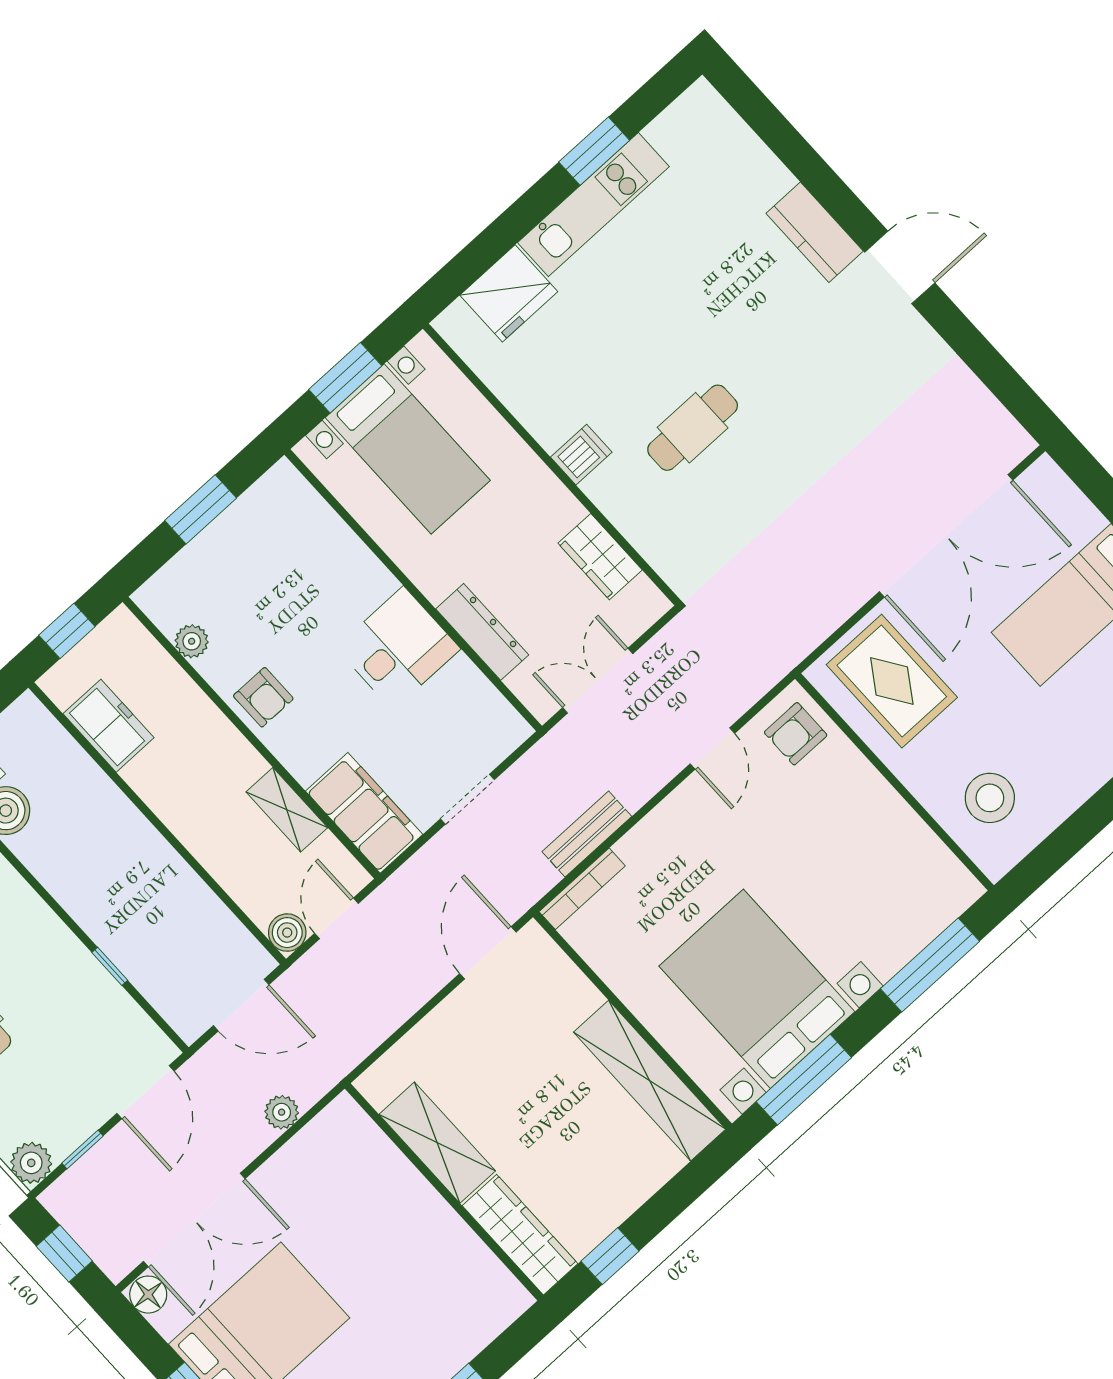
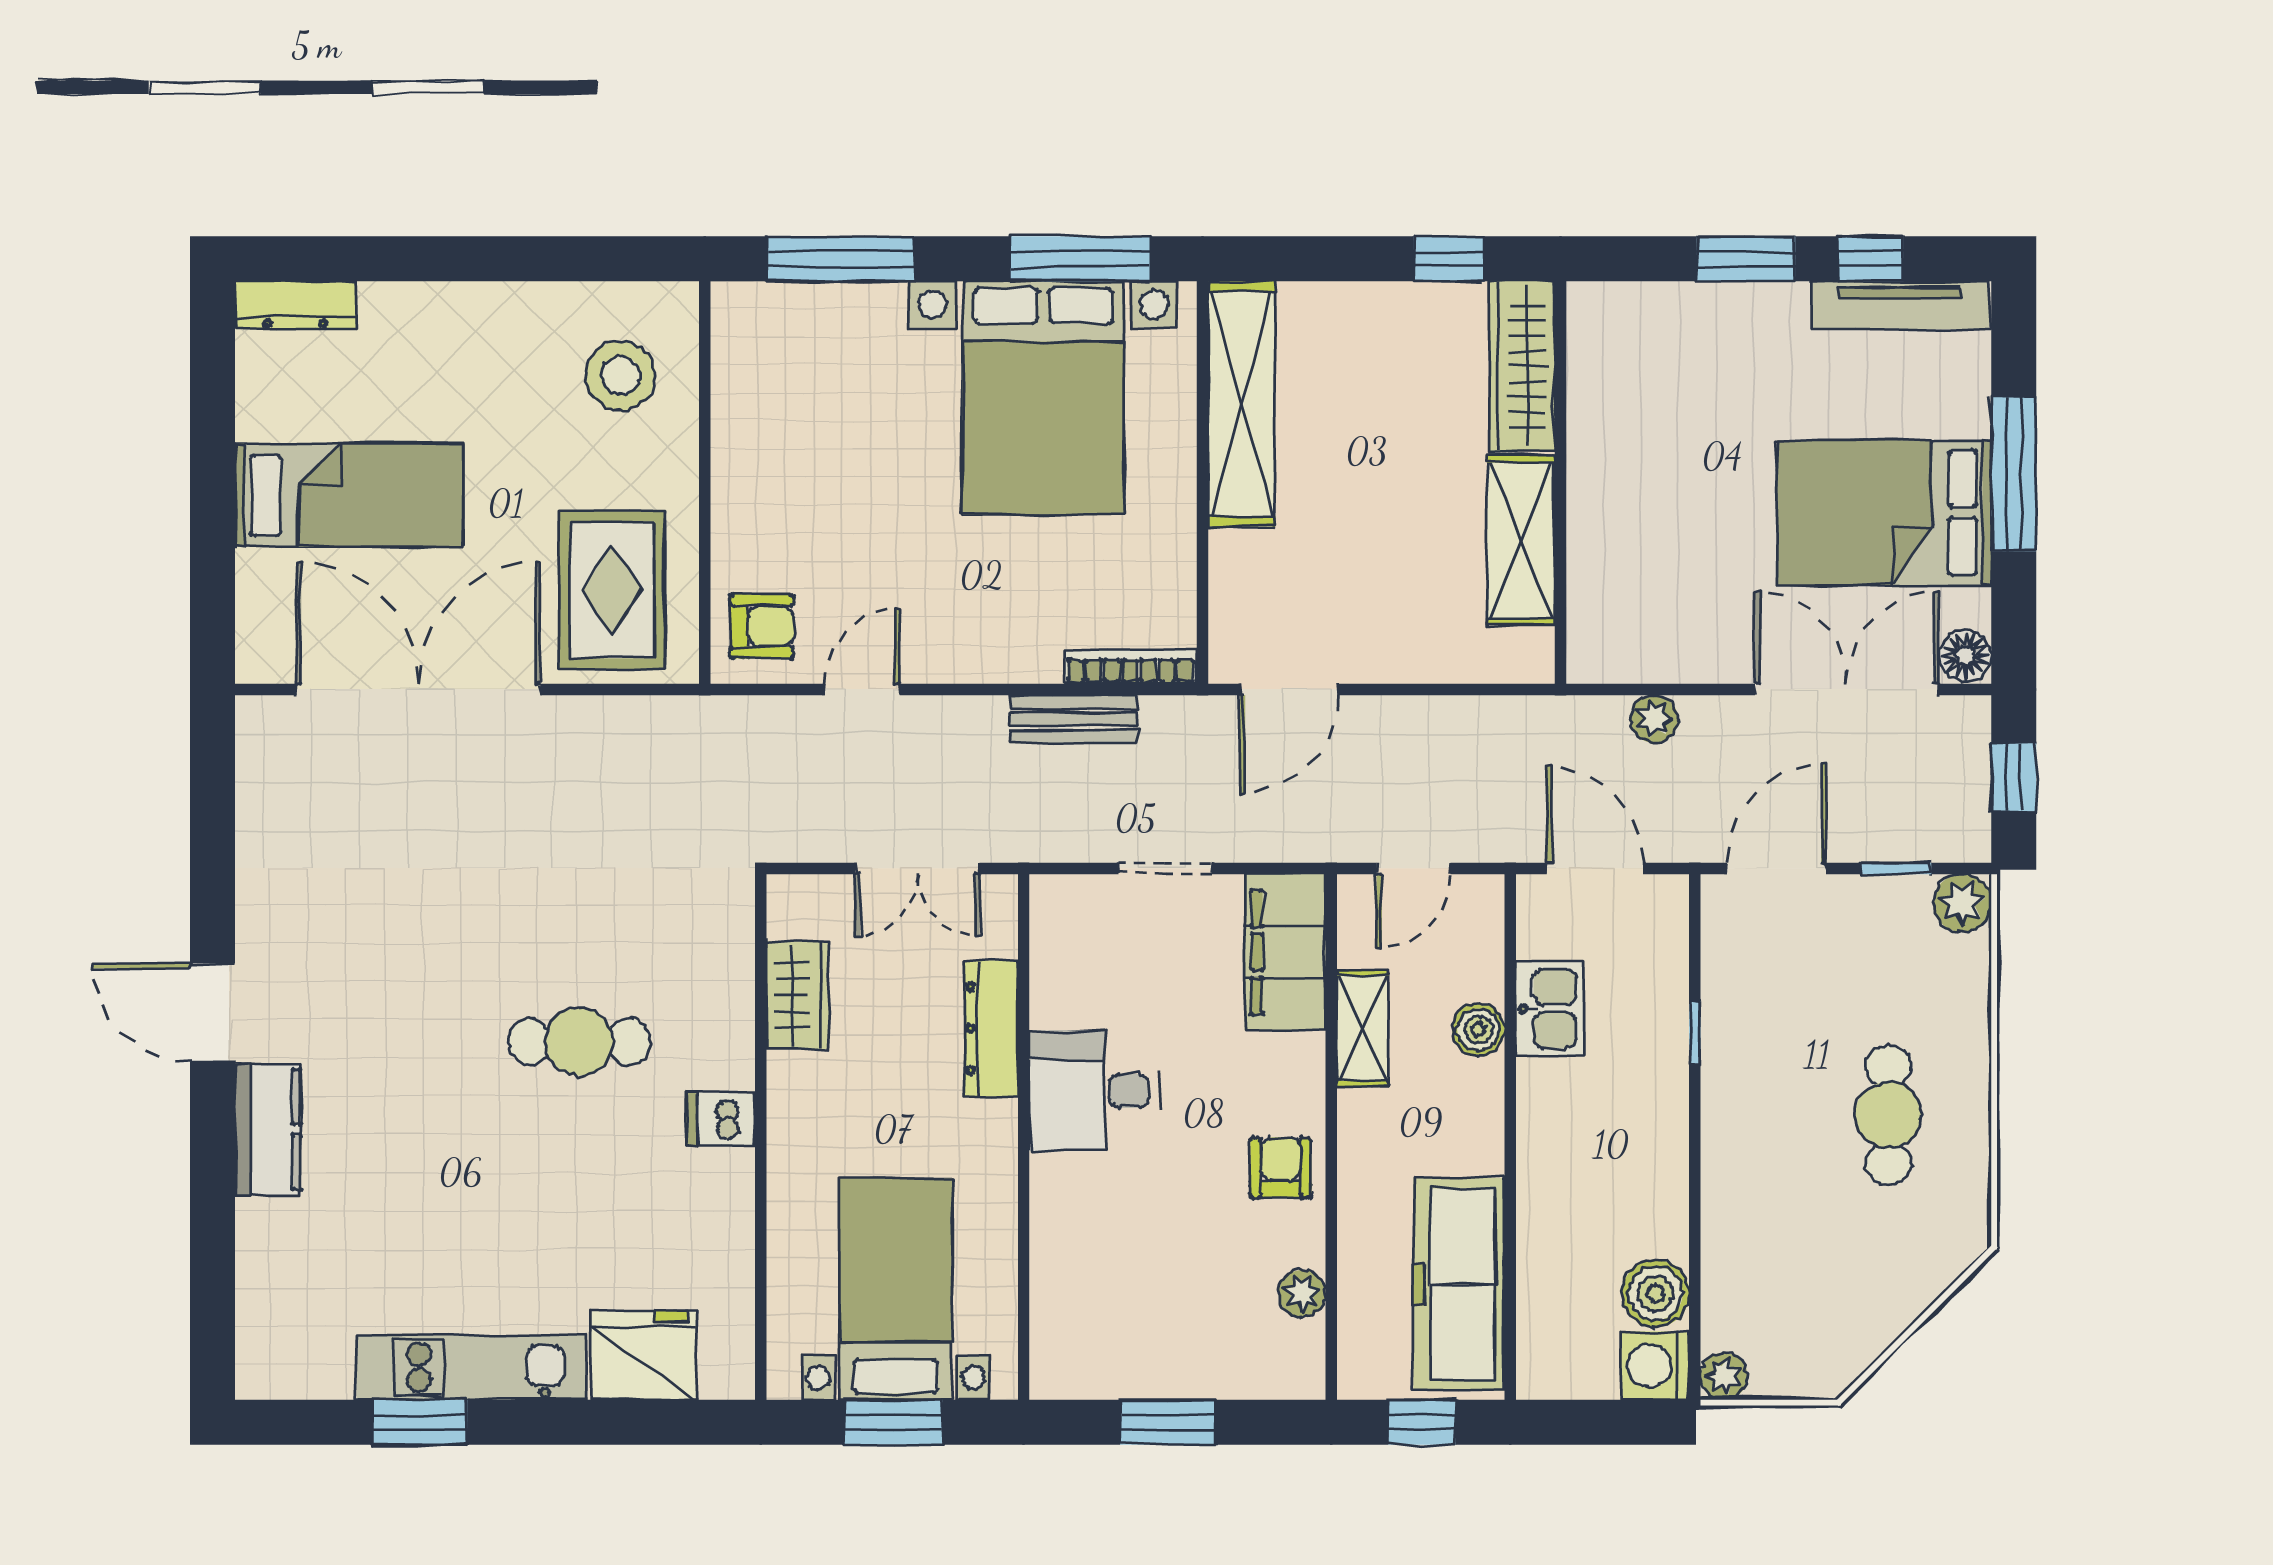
freezer: (109, 726) -> (1459, 1284), width x1.91, depth x1.26
kitchen sink: (198, 910) -> (1550, 1009), added
boiler: (287, 933) -> (1478, 1030), moved

